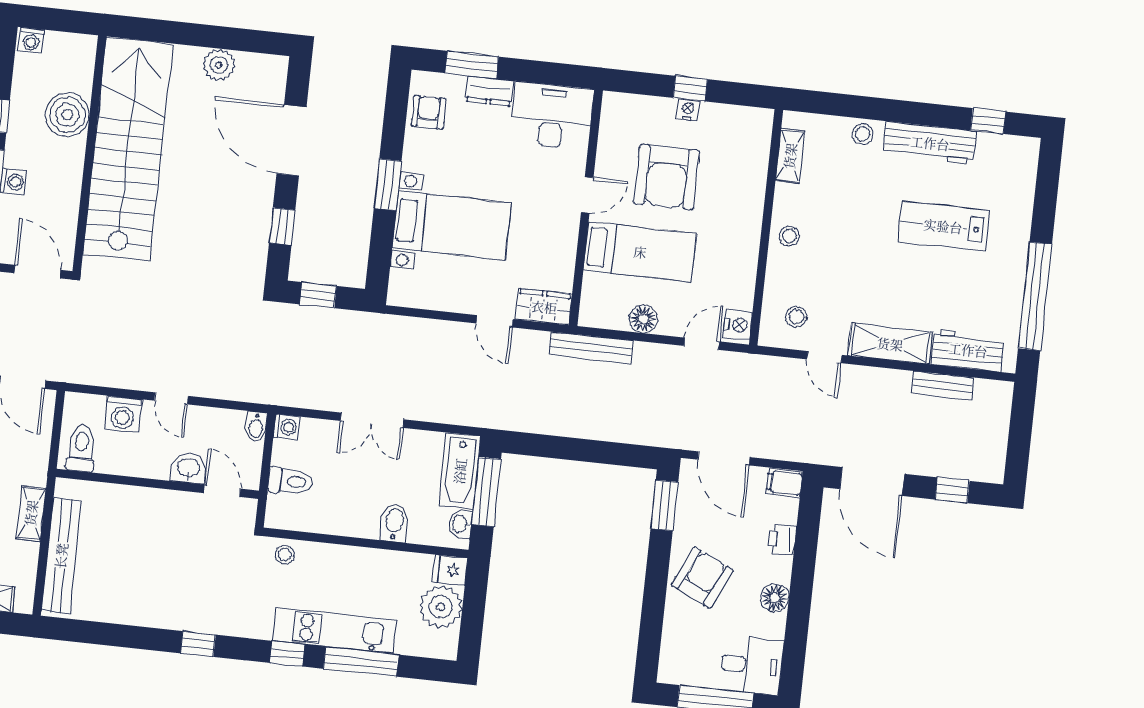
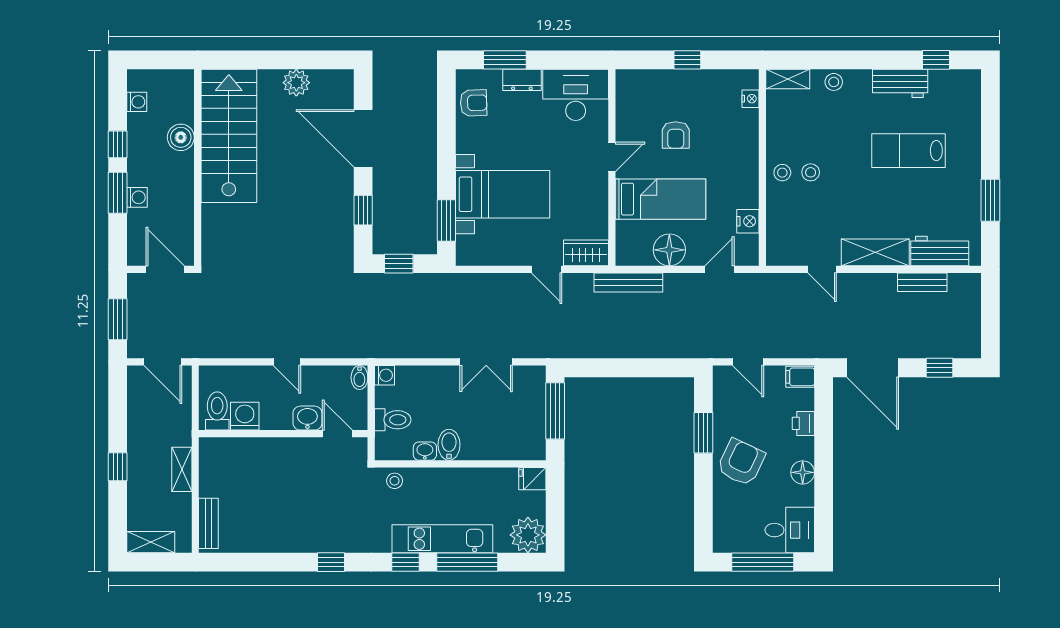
washing machine: (31, 40) -> (137, 102), moved, turned -90
nightstand: (688, 110) -> (750, 99), moved, turned 90
armchair: (428, 112) -> (474, 103), turned 88
boiler: (67, 115) -> (181, 137), width x0.73, depth x0.73
workbench: (930, 143) -> (900, 83), width x0.73
stairs: (128, 149) -> (229, 136), width x0.73
shelving: (790, 156) -> (788, 79), moved, turned 90
armchair: (667, 177) -> (676, 135), width x0.53, depth x0.53
window: (388, 185) -> (446, 221), moved
window: (1035, 296) -> (990, 200), width x0.47
stool: (796, 317) -> (811, 172), moved
floor lamp: (643, 319) -> (669, 250), width x1.38, depth x1.38
nightstand: (738, 325) -> (748, 221), moved
washing machine: (123, 414) -> (245, 416), moved, turned 180
double door: (372, 420) -> (486, 362), moved
door: (724, 458) -> (748, 362), width x0.73
bathtub: (460, 471) -> (532, 396), removed
window: (664, 505) -> (703, 433), moved
bidet: (394, 523) -> (449, 445), moved
washbasin: (460, 524) -> (425, 451), moved, turned 90
bench: (61, 556) -> (208, 523), width x0.54, depth x0.82
plant: (441, 607) -> (528, 535), moved

